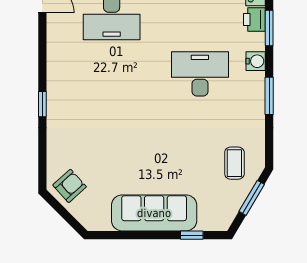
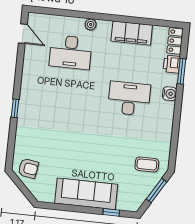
window: (269, 96) -> (177, 119), removed
coffee table: (234, 163) -> (147, 164), turned 90
armchair: (70, 186) -> (28, 168), turned 51

